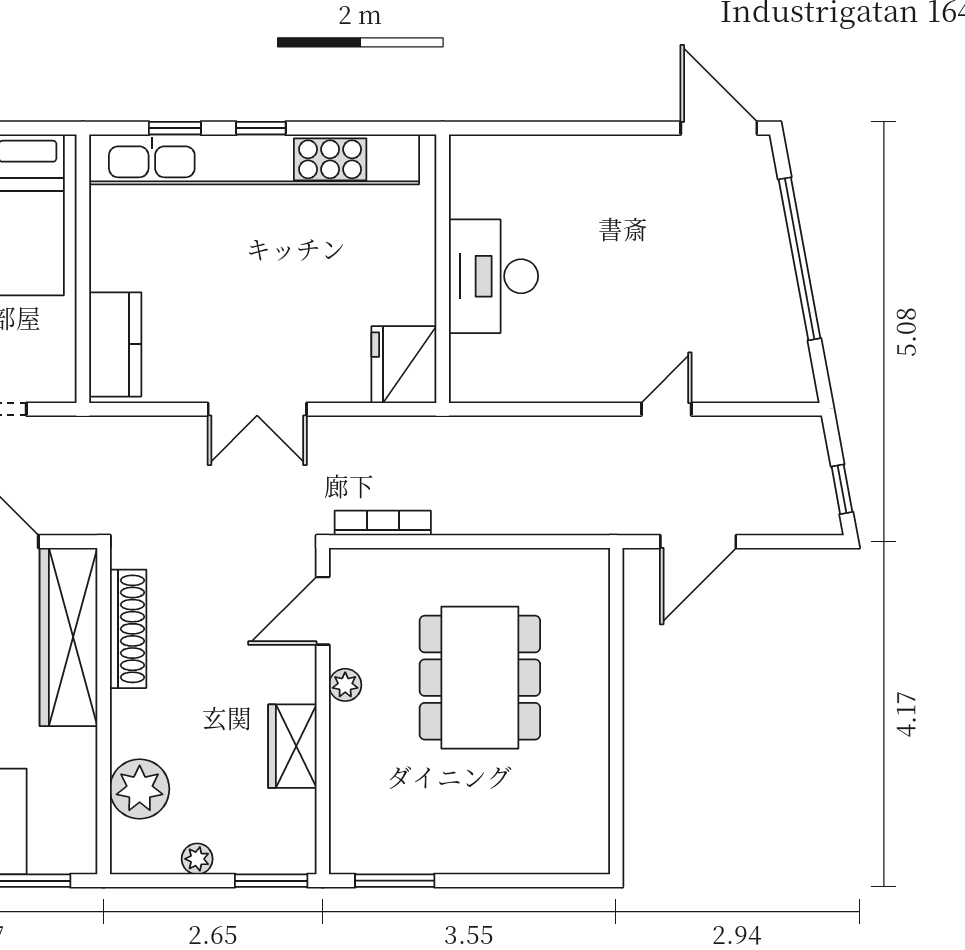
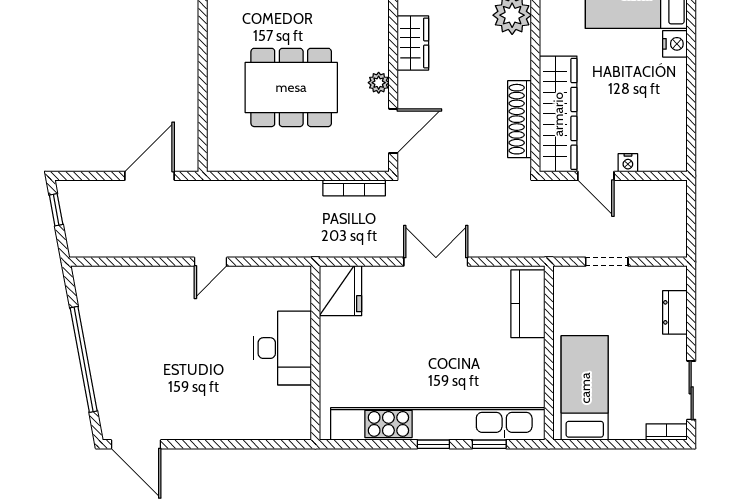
door: (666, 409) -> (211, 262), moved
dining table: (480, 678) -> (291, 87), turned 90

